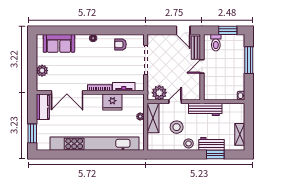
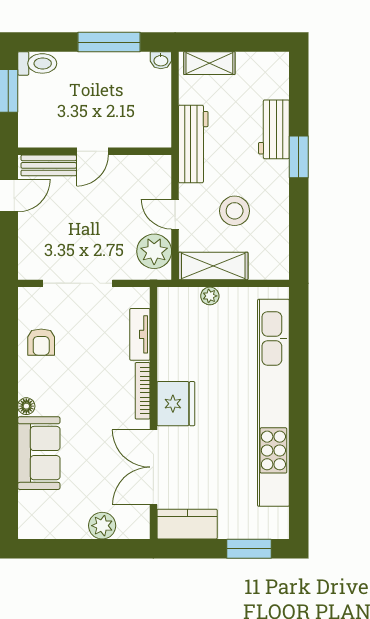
sofa: (59, 43) -> (39, 453), moved
toilet: (216, 43) -> (37, 63), moved
window: (249, 60) -> (109, 42), moved
door: (202, 66) -> (92, 151), hinge flipped
double door: (67, 92) -> (153, 467), swing flipped
fridge: (112, 102) -> (176, 404), moved
shelving: (240, 134) -> (209, 63), moved
stool: (189, 143) -> (273, 183), removed
window: (215, 155) -> (299, 157), moved

